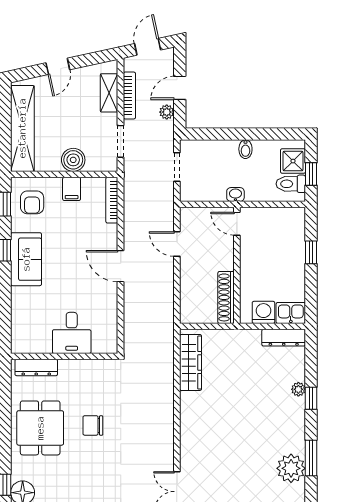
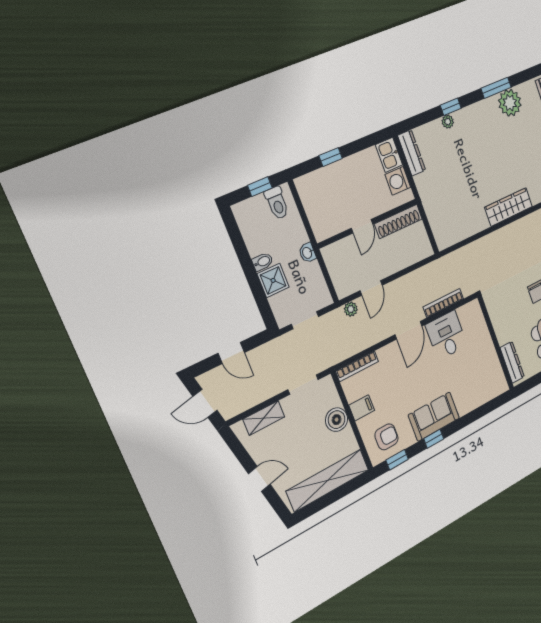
bookcase: (129, 96) -> (443, 303), moved
plant: (167, 112) -> (351, 309), moved
shower: (293, 161) -> (273, 280), moved
door: (237, 224) -> (362, 226), moved
desk: (72, 333) -> (446, 335), moved, turned -90
wardrobe: (191, 362) -> (509, 207), moved

